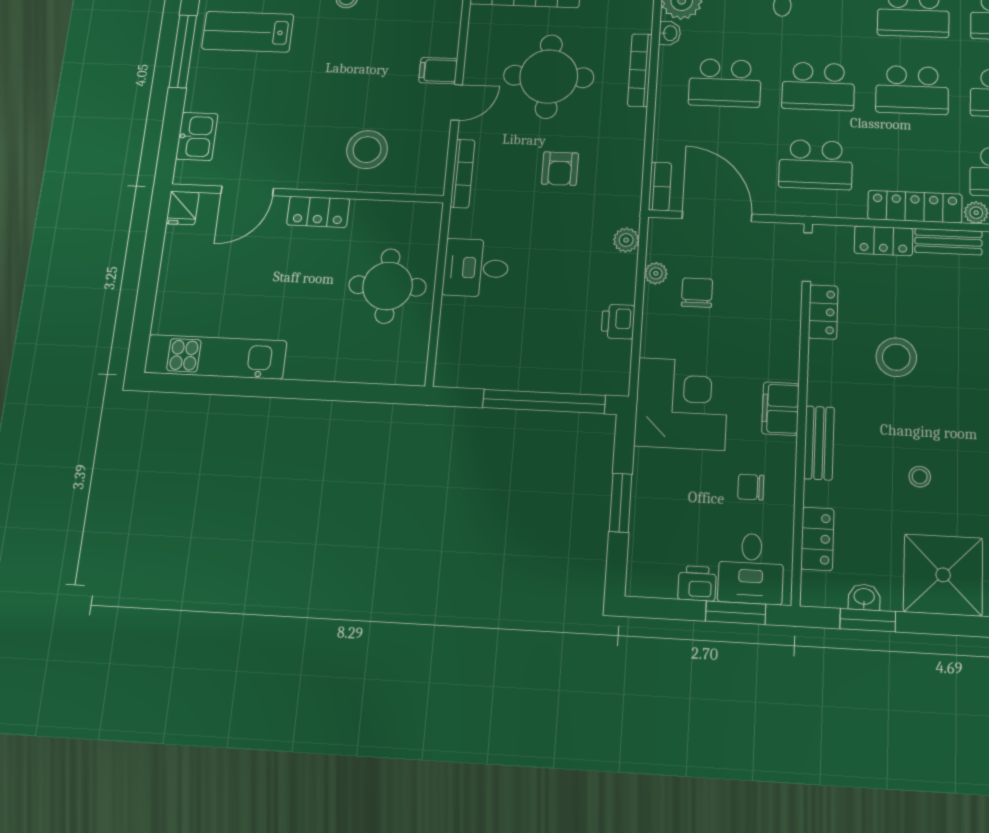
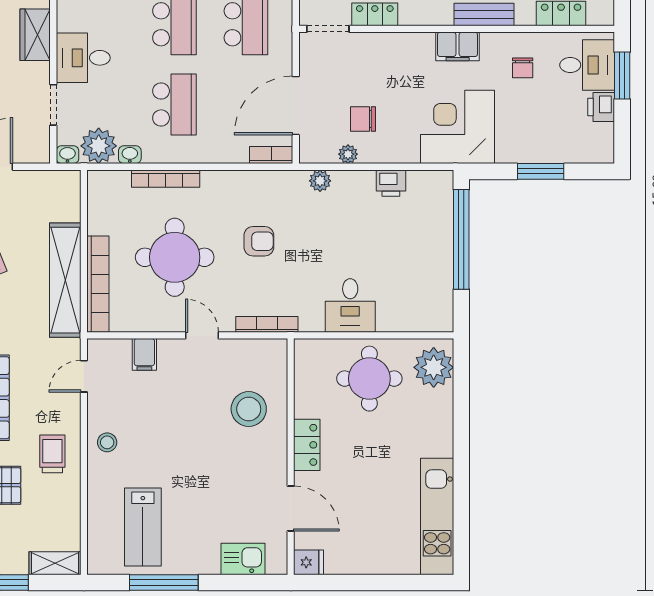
filing cabinet: (438, 71) -> (144, 354), moved
plant: (393, 361) -> (434, 367), added

